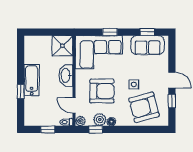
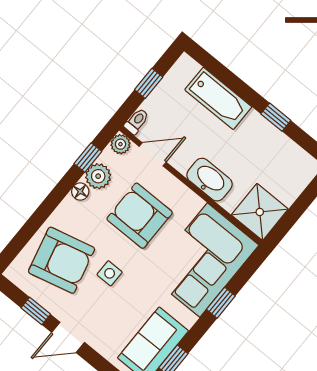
bathtub: (32, 80) -> (218, 98), moved
armchair: (102, 91) -> (140, 216), turned 90
window: (21, 92) -> (276, 117), moved
armchair: (144, 107) -> (62, 260), turned 91

